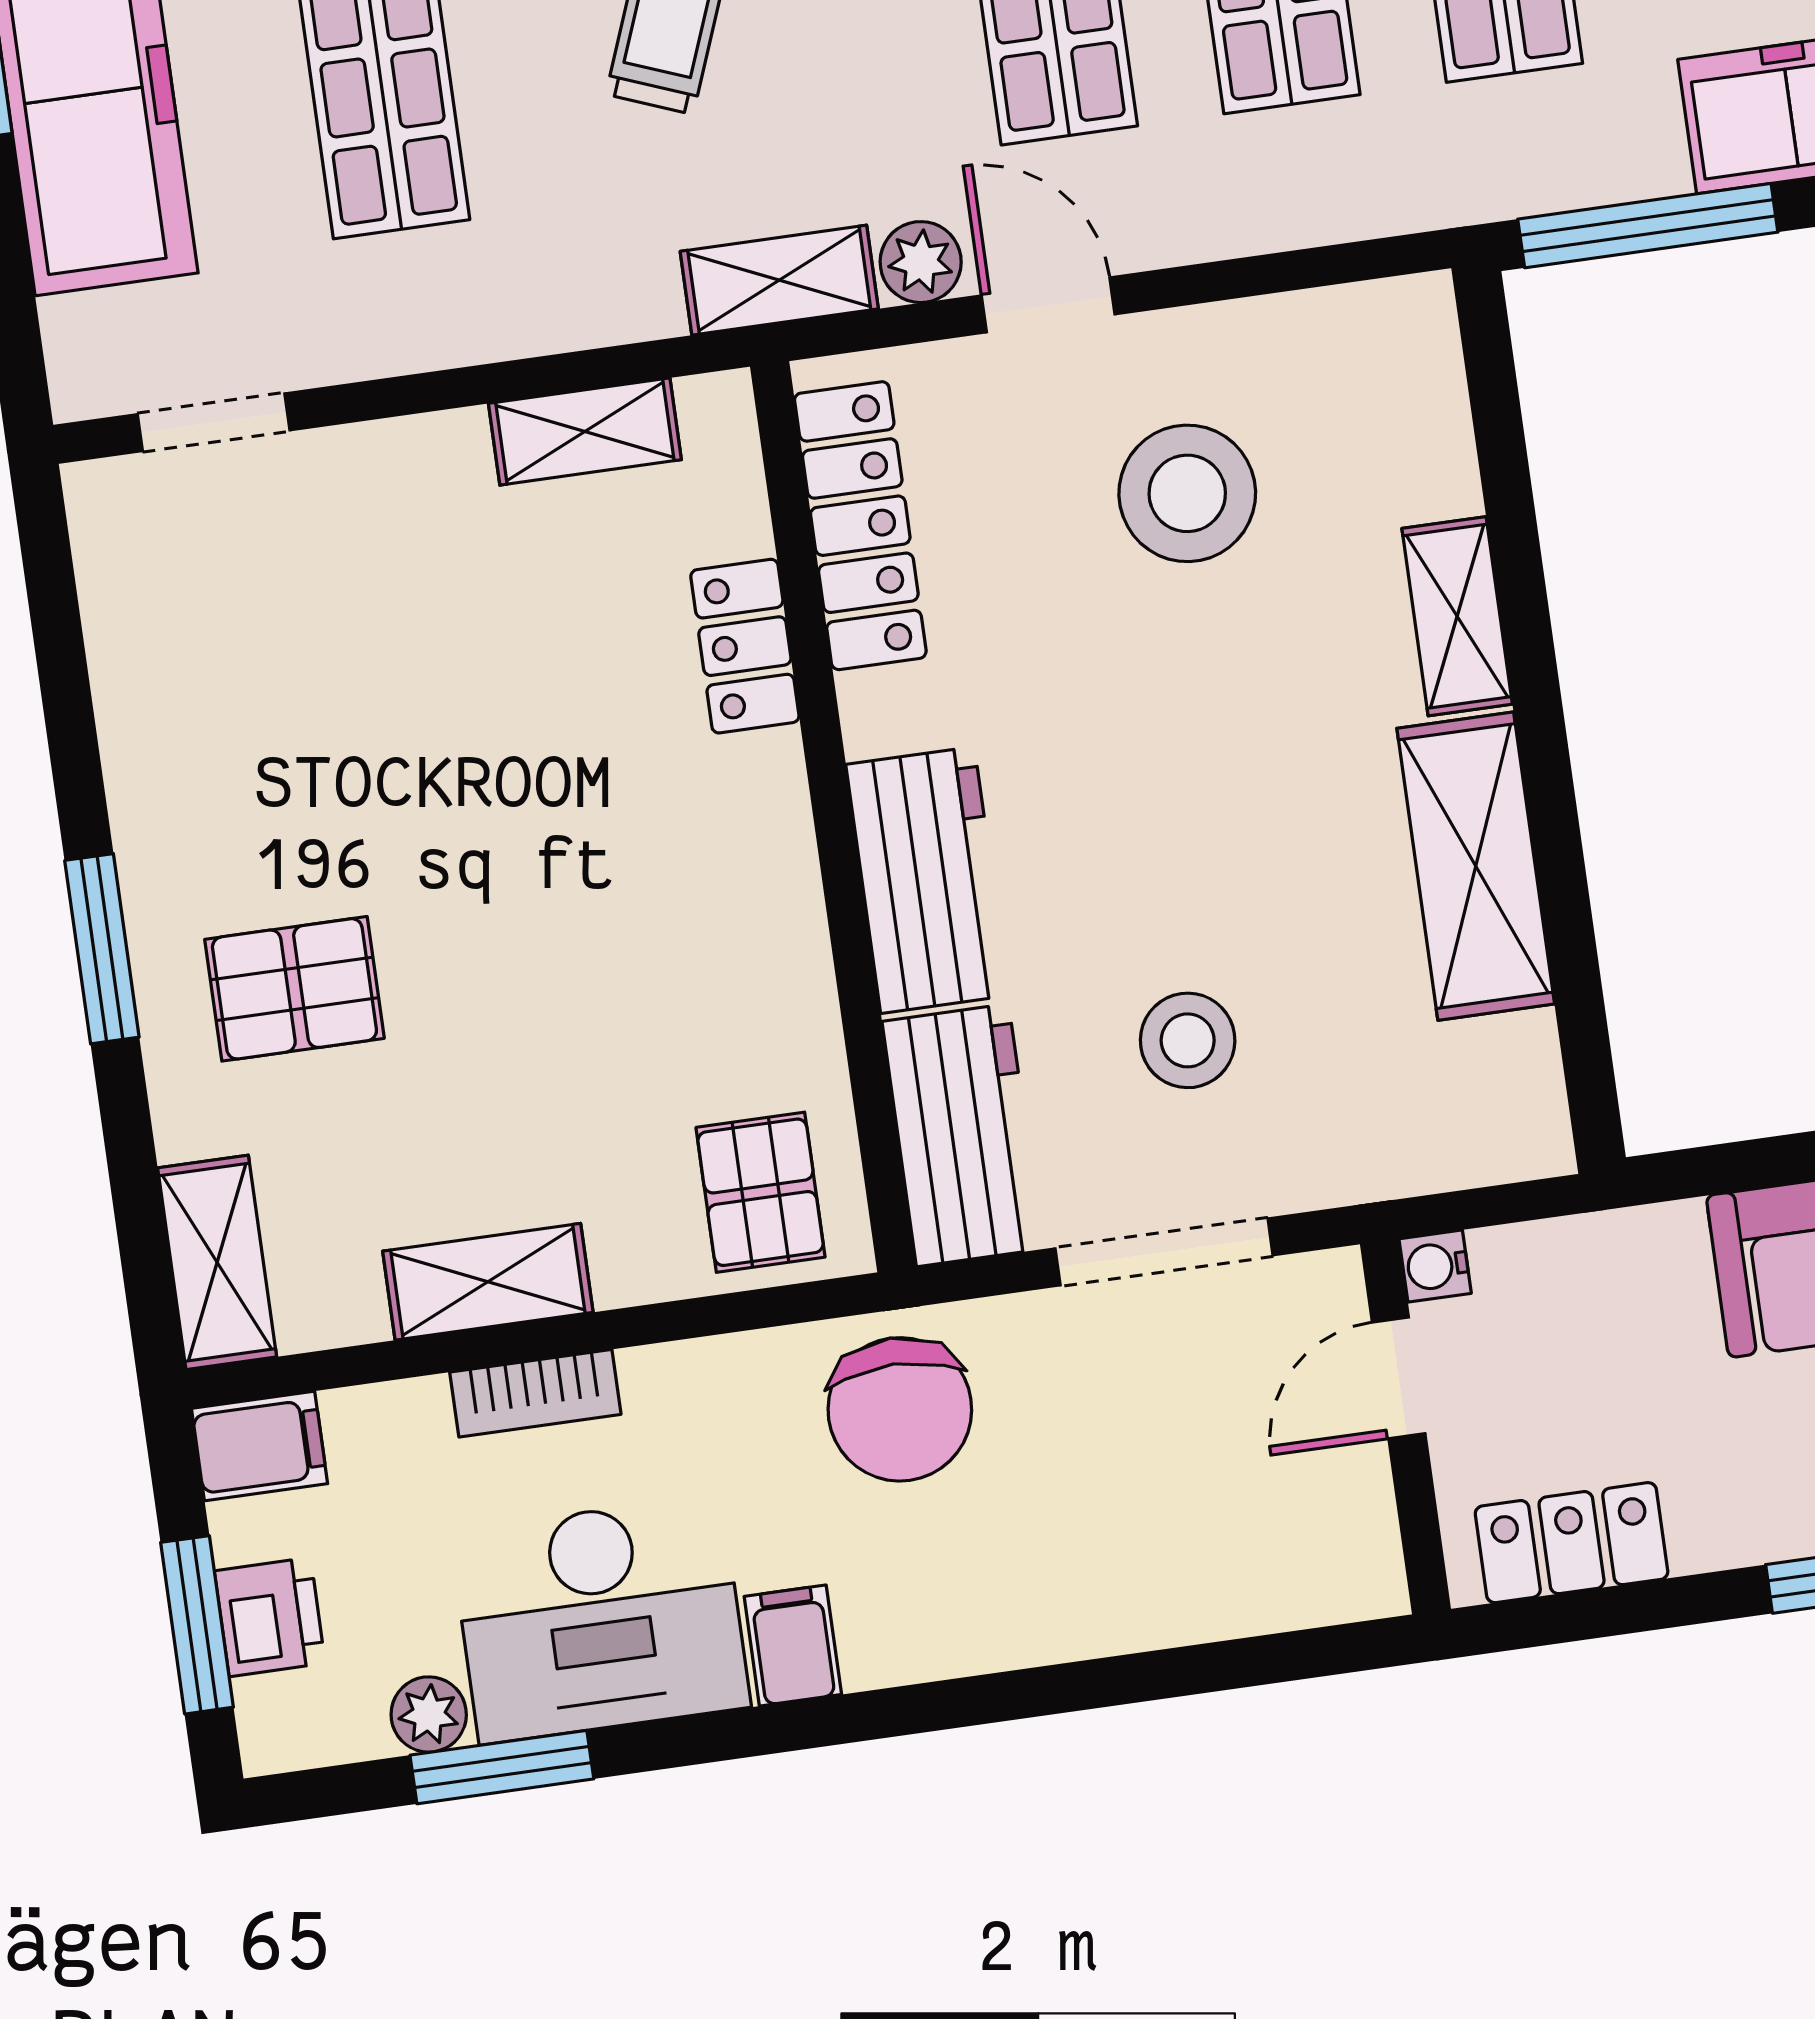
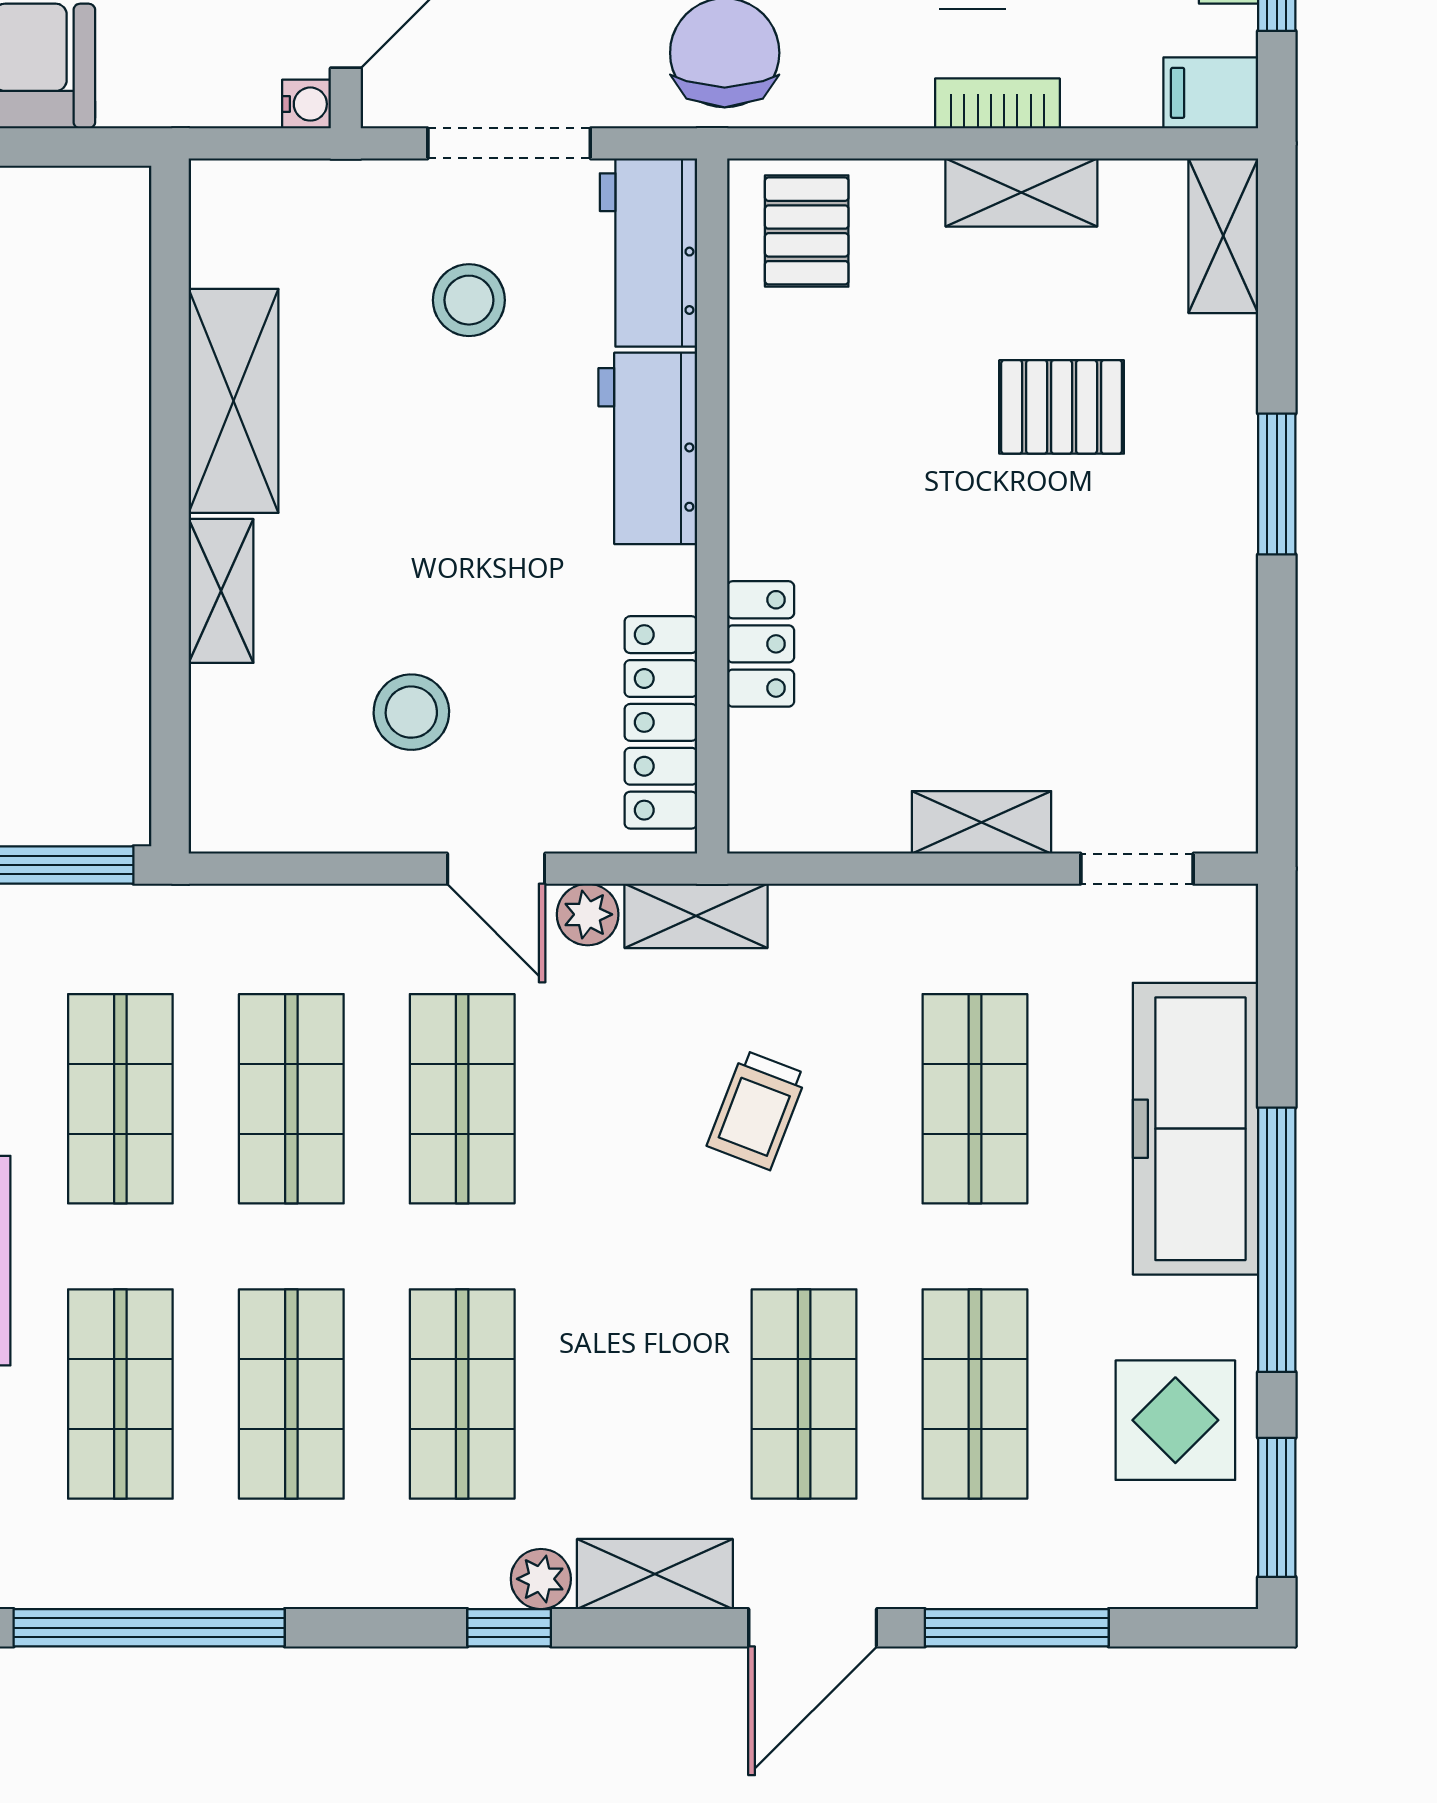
shelving: (585, 432) -> (982, 822), moved
stool: (1187, 493) -> (411, 712), width x0.73, depth x0.73
pallet: (294, 989) -> (1062, 407), moved

